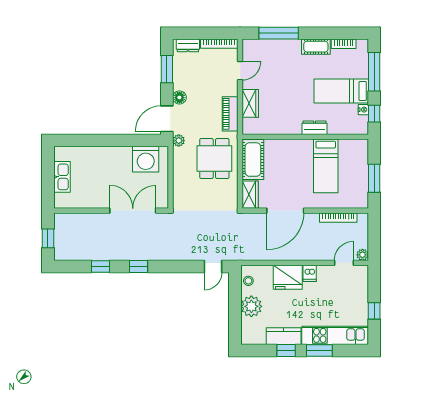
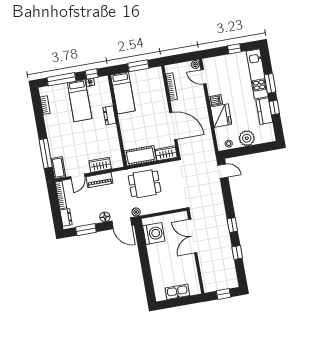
cot: (316, 47) -> (58, 168), moved
door: (240, 71) -> (78, 176), swing flipped
piano: (230, 114) -> (99, 180), moved
bed: (326, 166) -> (123, 93), moved, turned 90

